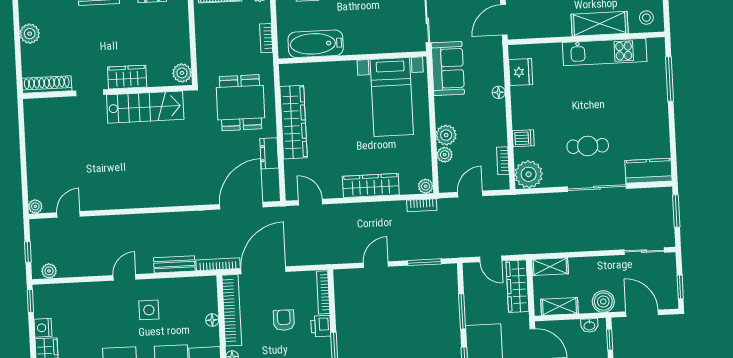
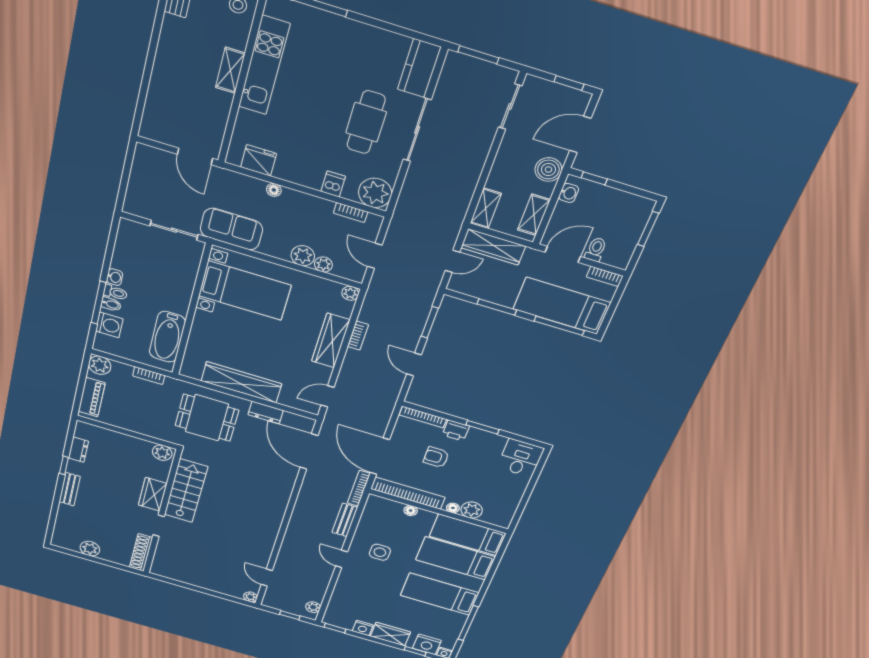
shelving: (600, 24) -> (230, 70), width x0.67, depth x0.75
cafe table: (588, 146) -> (366, 122), width x1.37, depth x1.35
bookcase: (422, 205) -> (358, 336), moved

